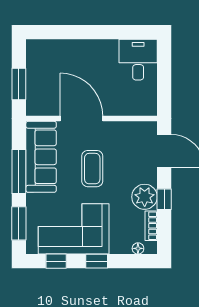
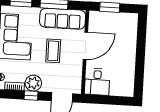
desk: (138, 60) -> (97, 82), moved, turned 90
coffee table: (92, 169) -> (53, 51), turned 90

